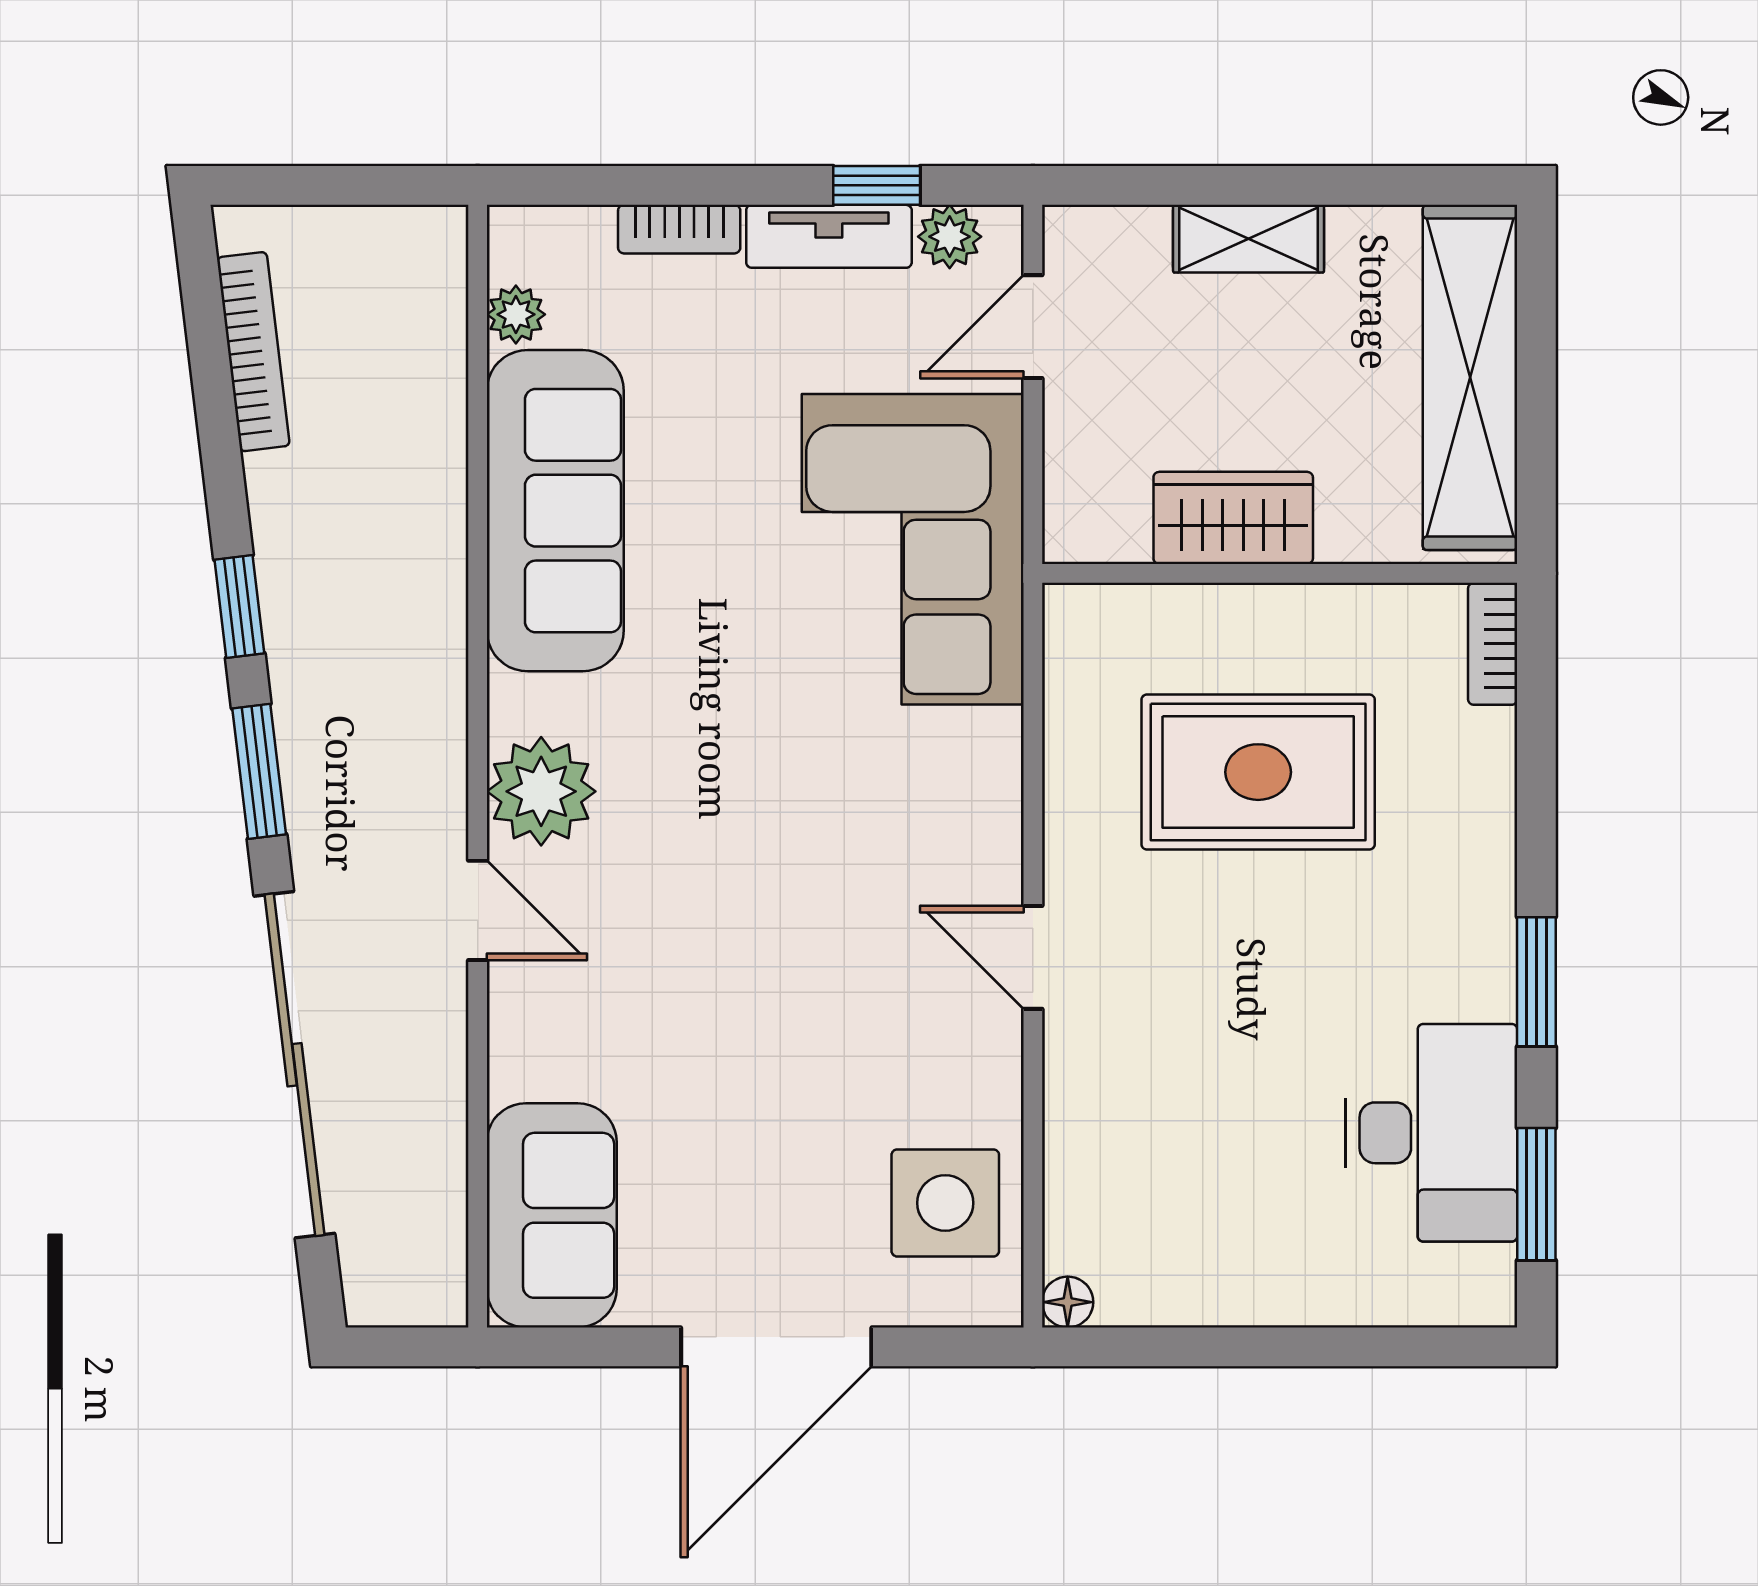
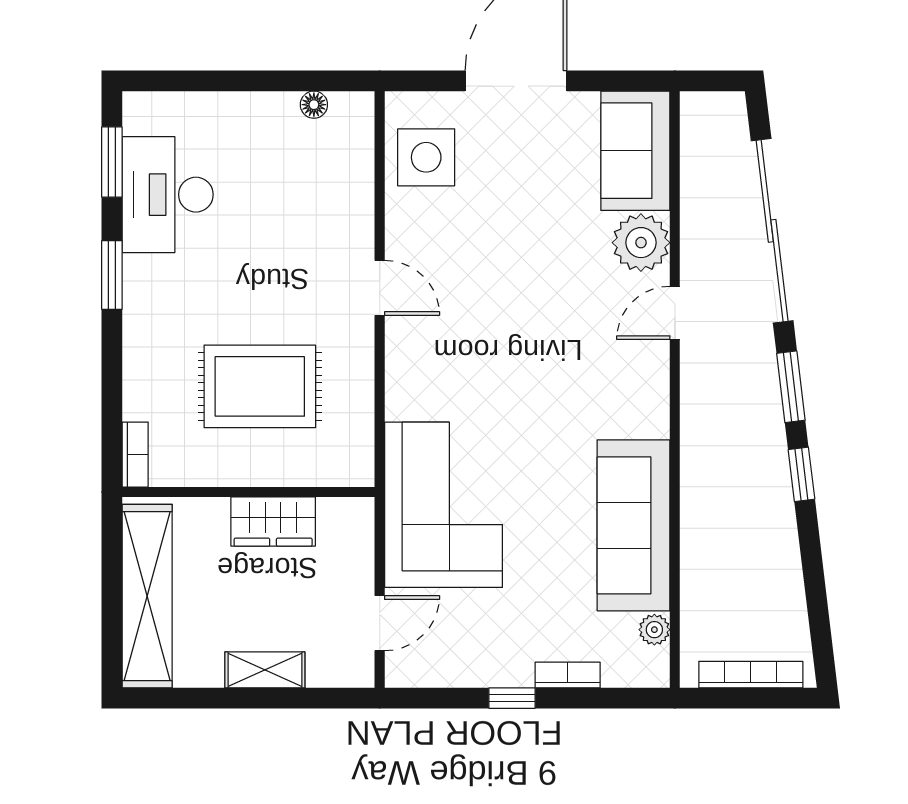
window: (877, 185) -> (512, 698), moved
tv unit: (829, 236) -> (488, 671), removed
plant: (950, 237) -> (424, 671), removed
bookcase: (253, 352) -> (751, 675), moved, turned 97
plant: (541, 791) -> (641, 243), moved
door: (478, 910) -> (675, 313), hinge flipped
floor lamp: (1068, 1302) -> (314, 105), moved

